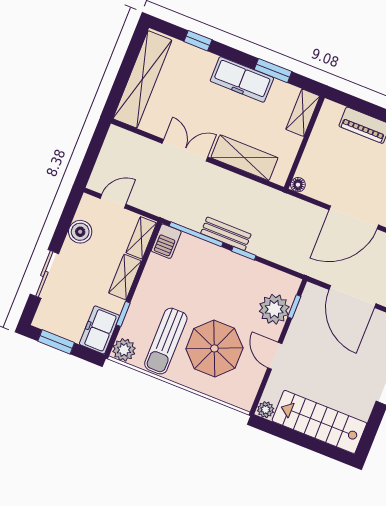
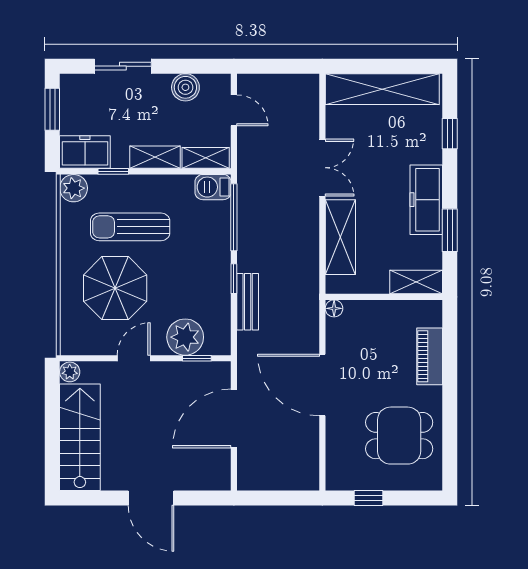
bench: (226, 234) -> (248, 302), moved
sun lounger: (166, 341) -> (130, 227), moved

